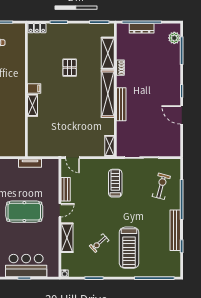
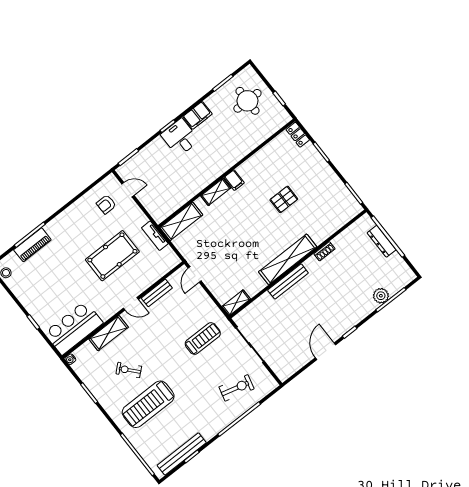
plant: (174, 38) -> (381, 296), moved
shelving: (108, 53) -> (181, 221), moved
pool table: (24, 212) -> (112, 256), moved, turned 90
bench: (175, 230) -> (182, 454), moved
bar counter: (26, 266) -> (74, 328), moved, turned -90

